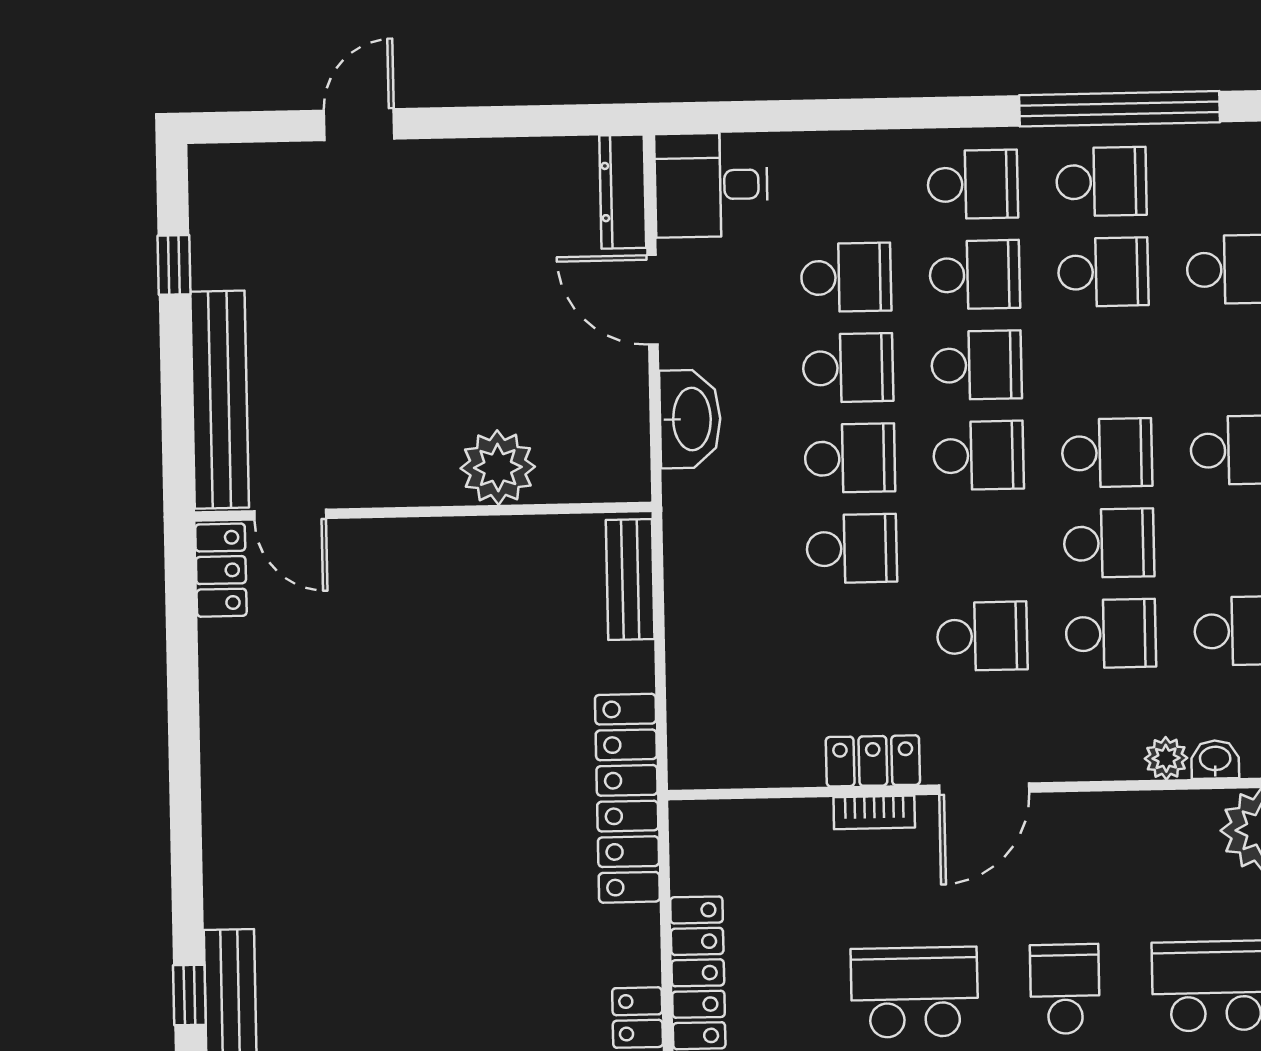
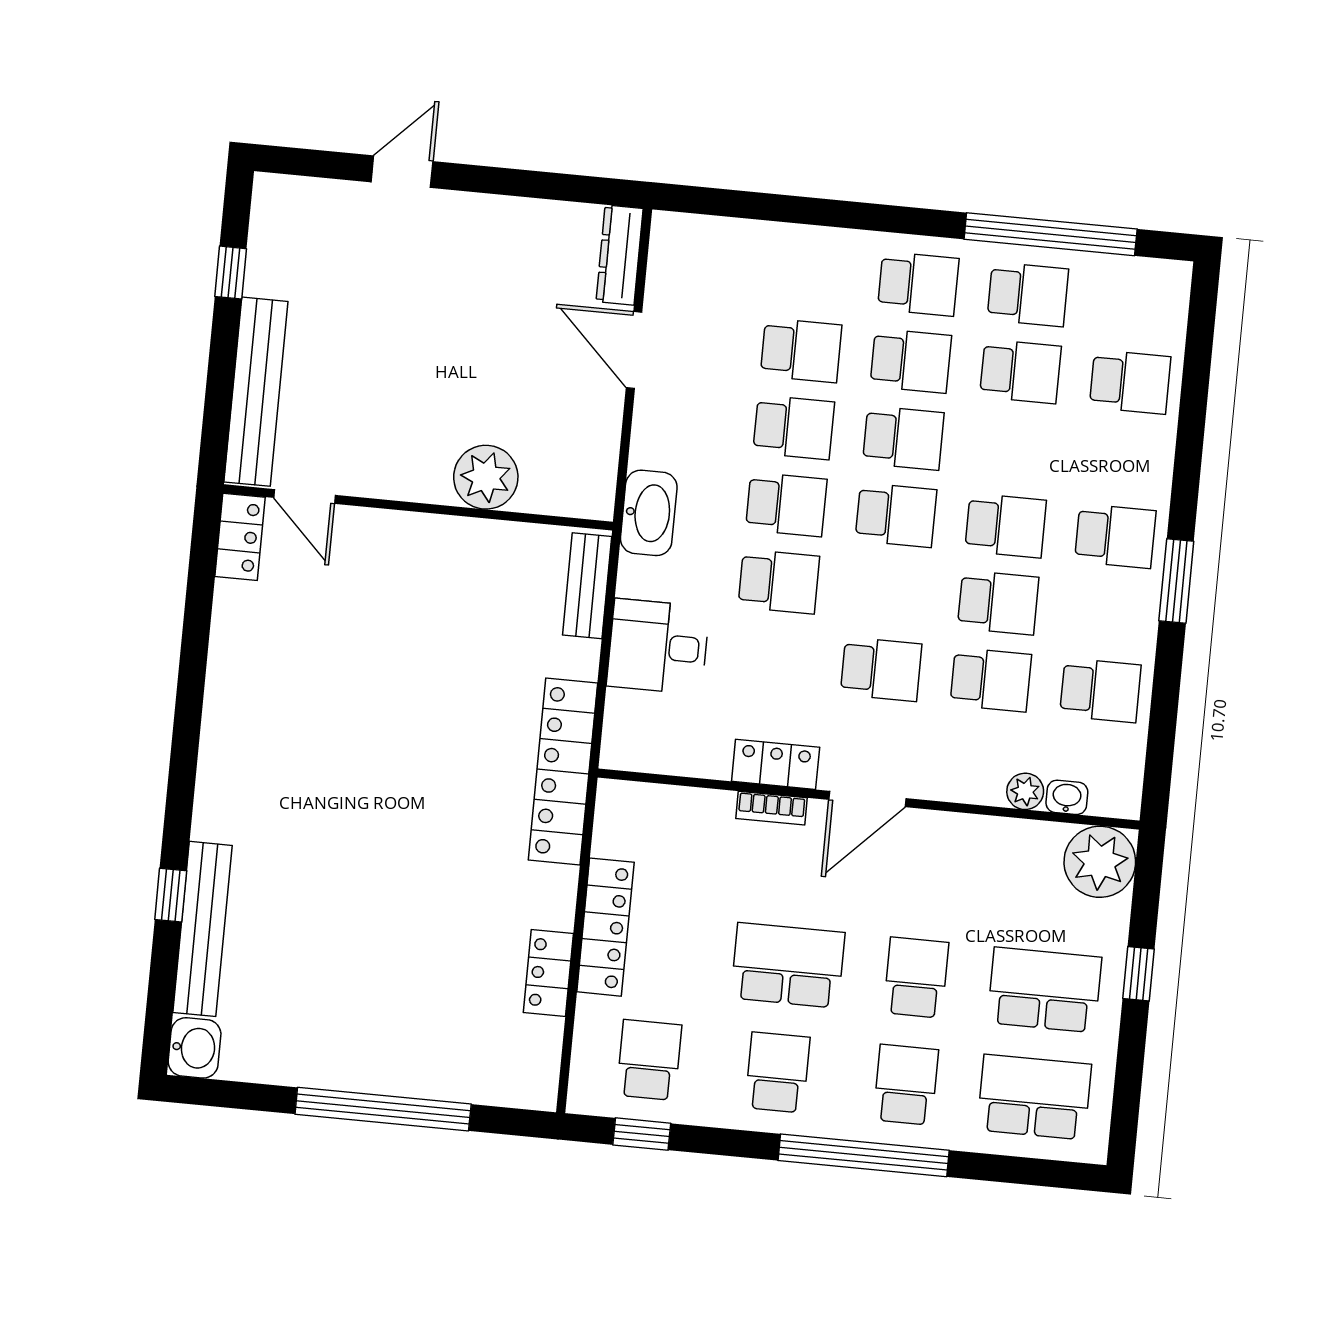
desk: (711, 185) -> (658, 647), moved
washbasin: (690, 419) -> (649, 513), moved

